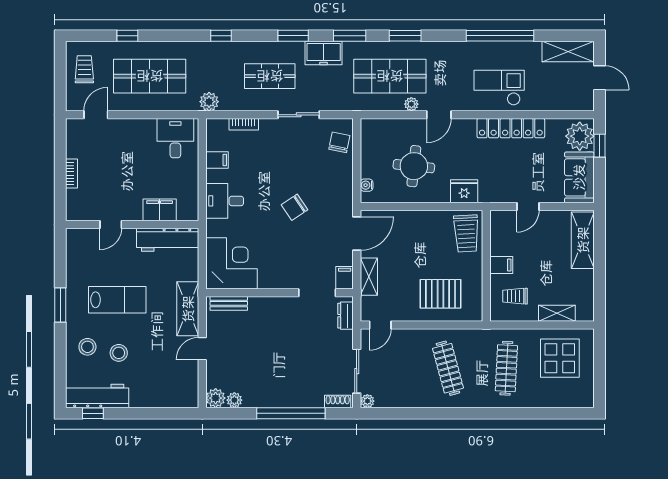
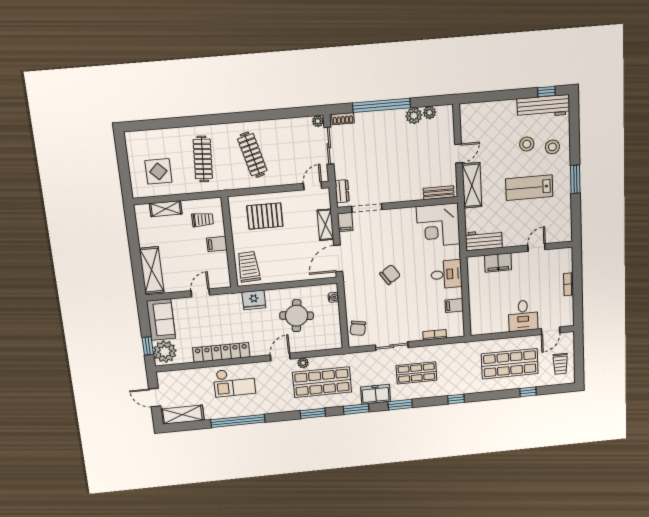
plant: (209, 102) -> (463, 349), removed
desk: (175, 138) -> (523, 316), moved
workbench: (168, 240) -> (484, 240), width x0.73
display table: (560, 358) -> (158, 171), width x0.73, depth x0.73
plant: (216, 398) -> (414, 116), moved

